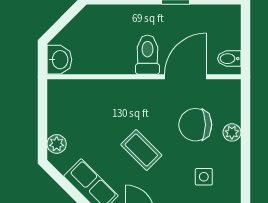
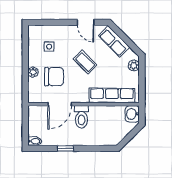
bidet: (229, 59) -> (35, 141), moved
row of seats: (95, 92) -> (112, 95), added

